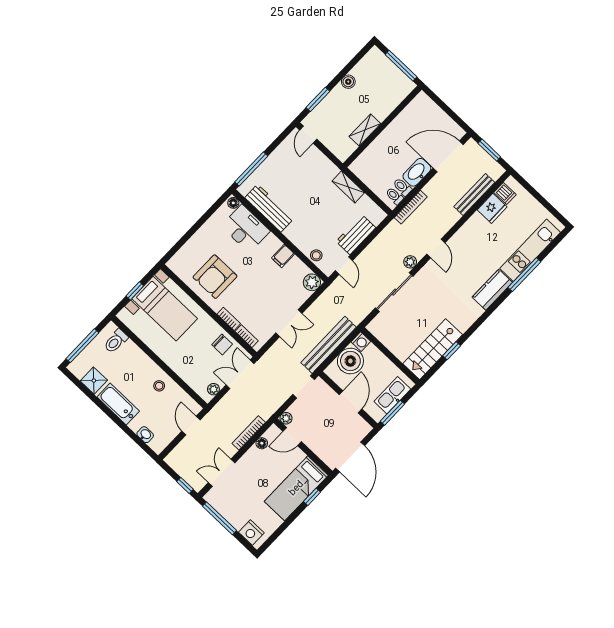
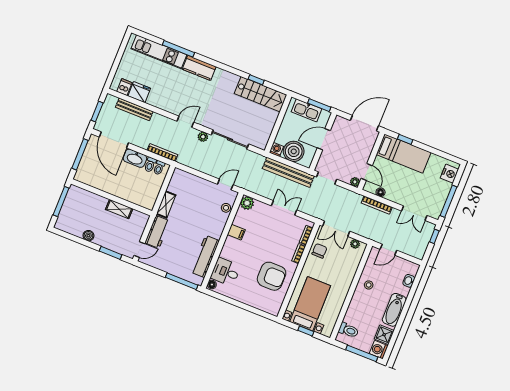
window: (447, 110) -> (80, 154), added
desk: (246, 229) -> (226, 272), width x0.73
workbench: (356, 235) -> (157, 232), moved, turned -90
washing machine: (79, 367) -> (379, 350), added

